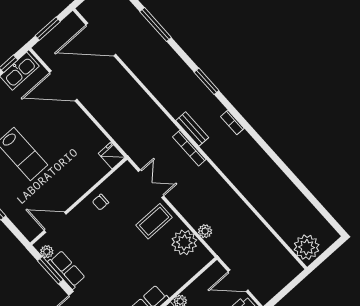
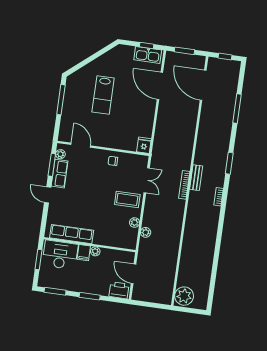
plant: (184, 242) -> (135, 222), width x0.53, depth x0.53

